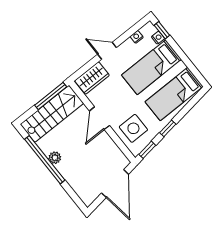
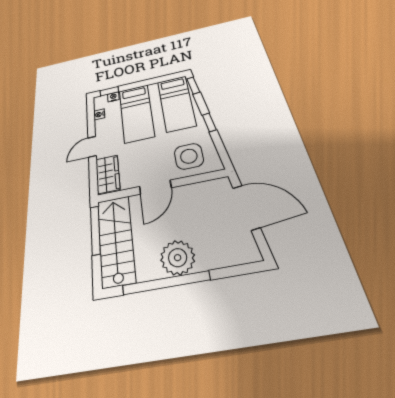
door: (99, 118) -> (155, 187), hinge flipped
window: (147, 150) -> (193, 85), moved
plant: (55, 158) -> (178, 258), width x1.87, depth x1.87

